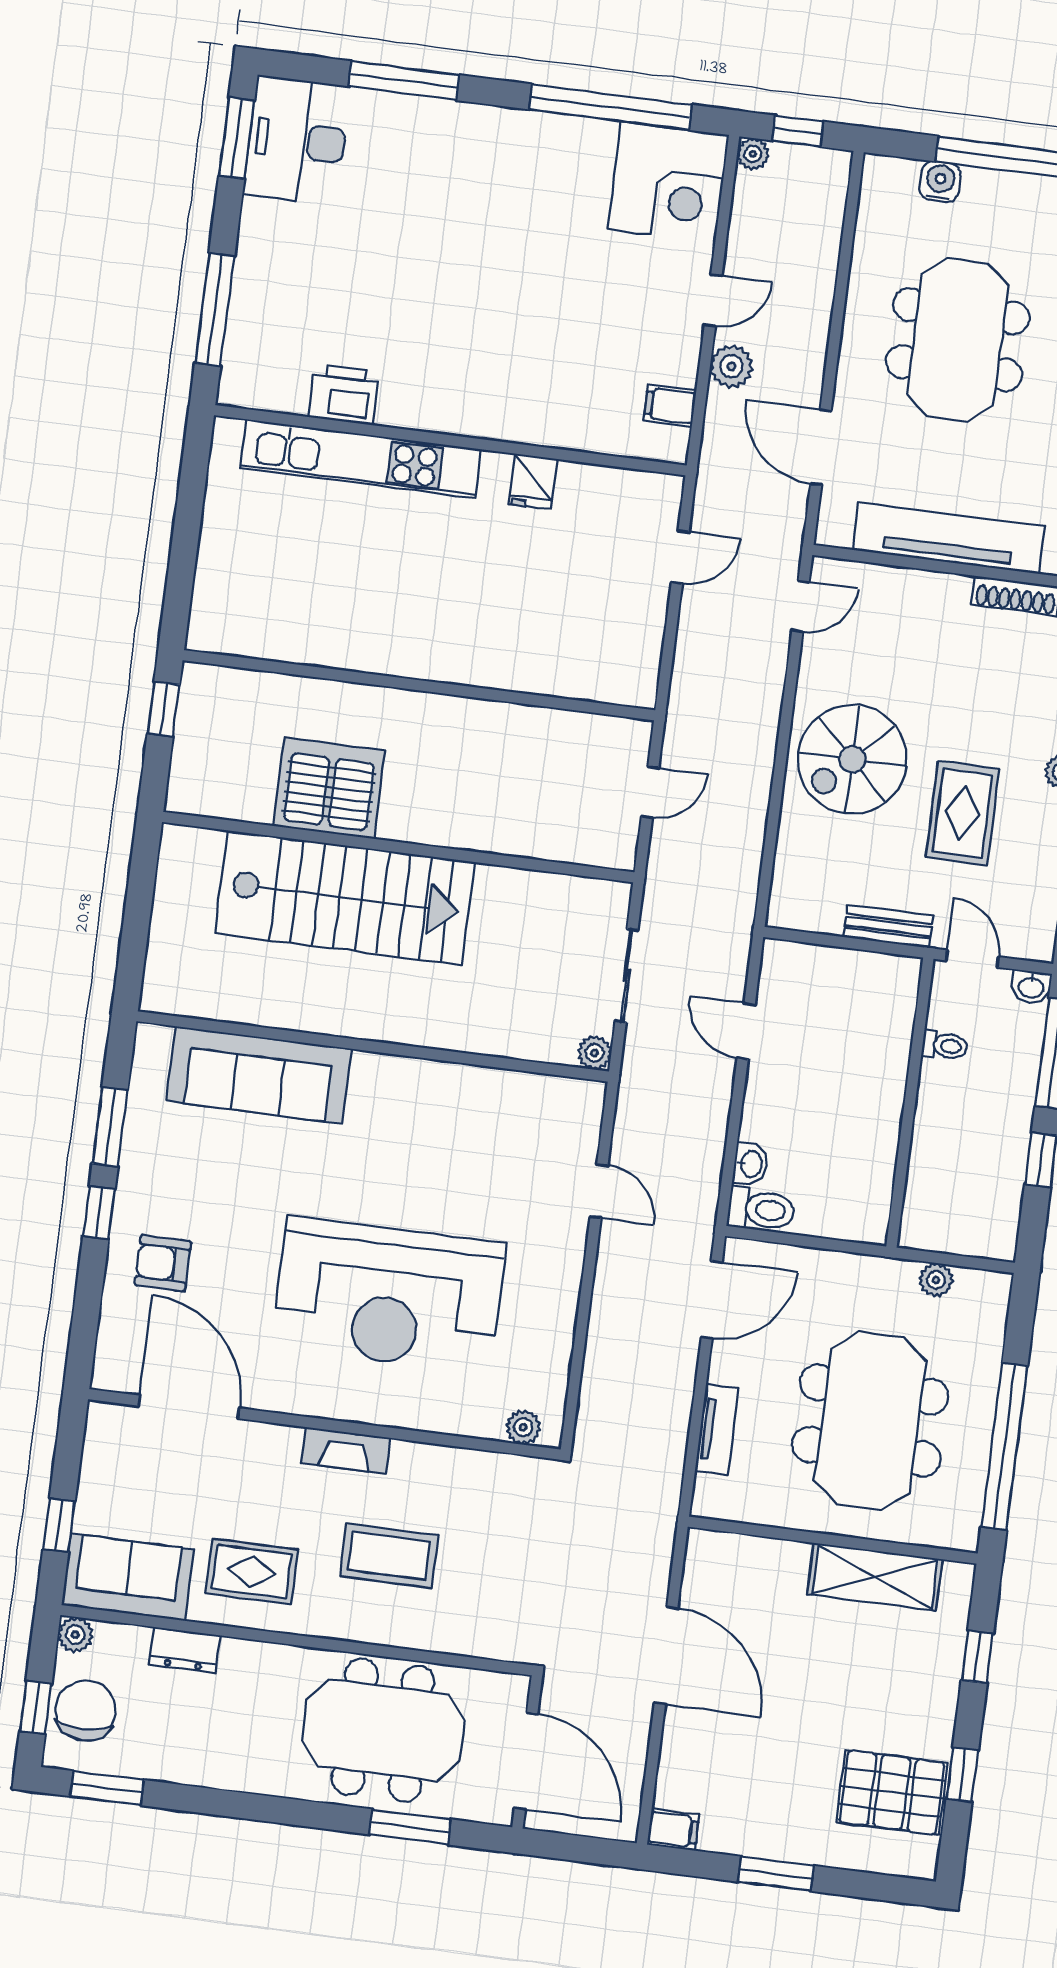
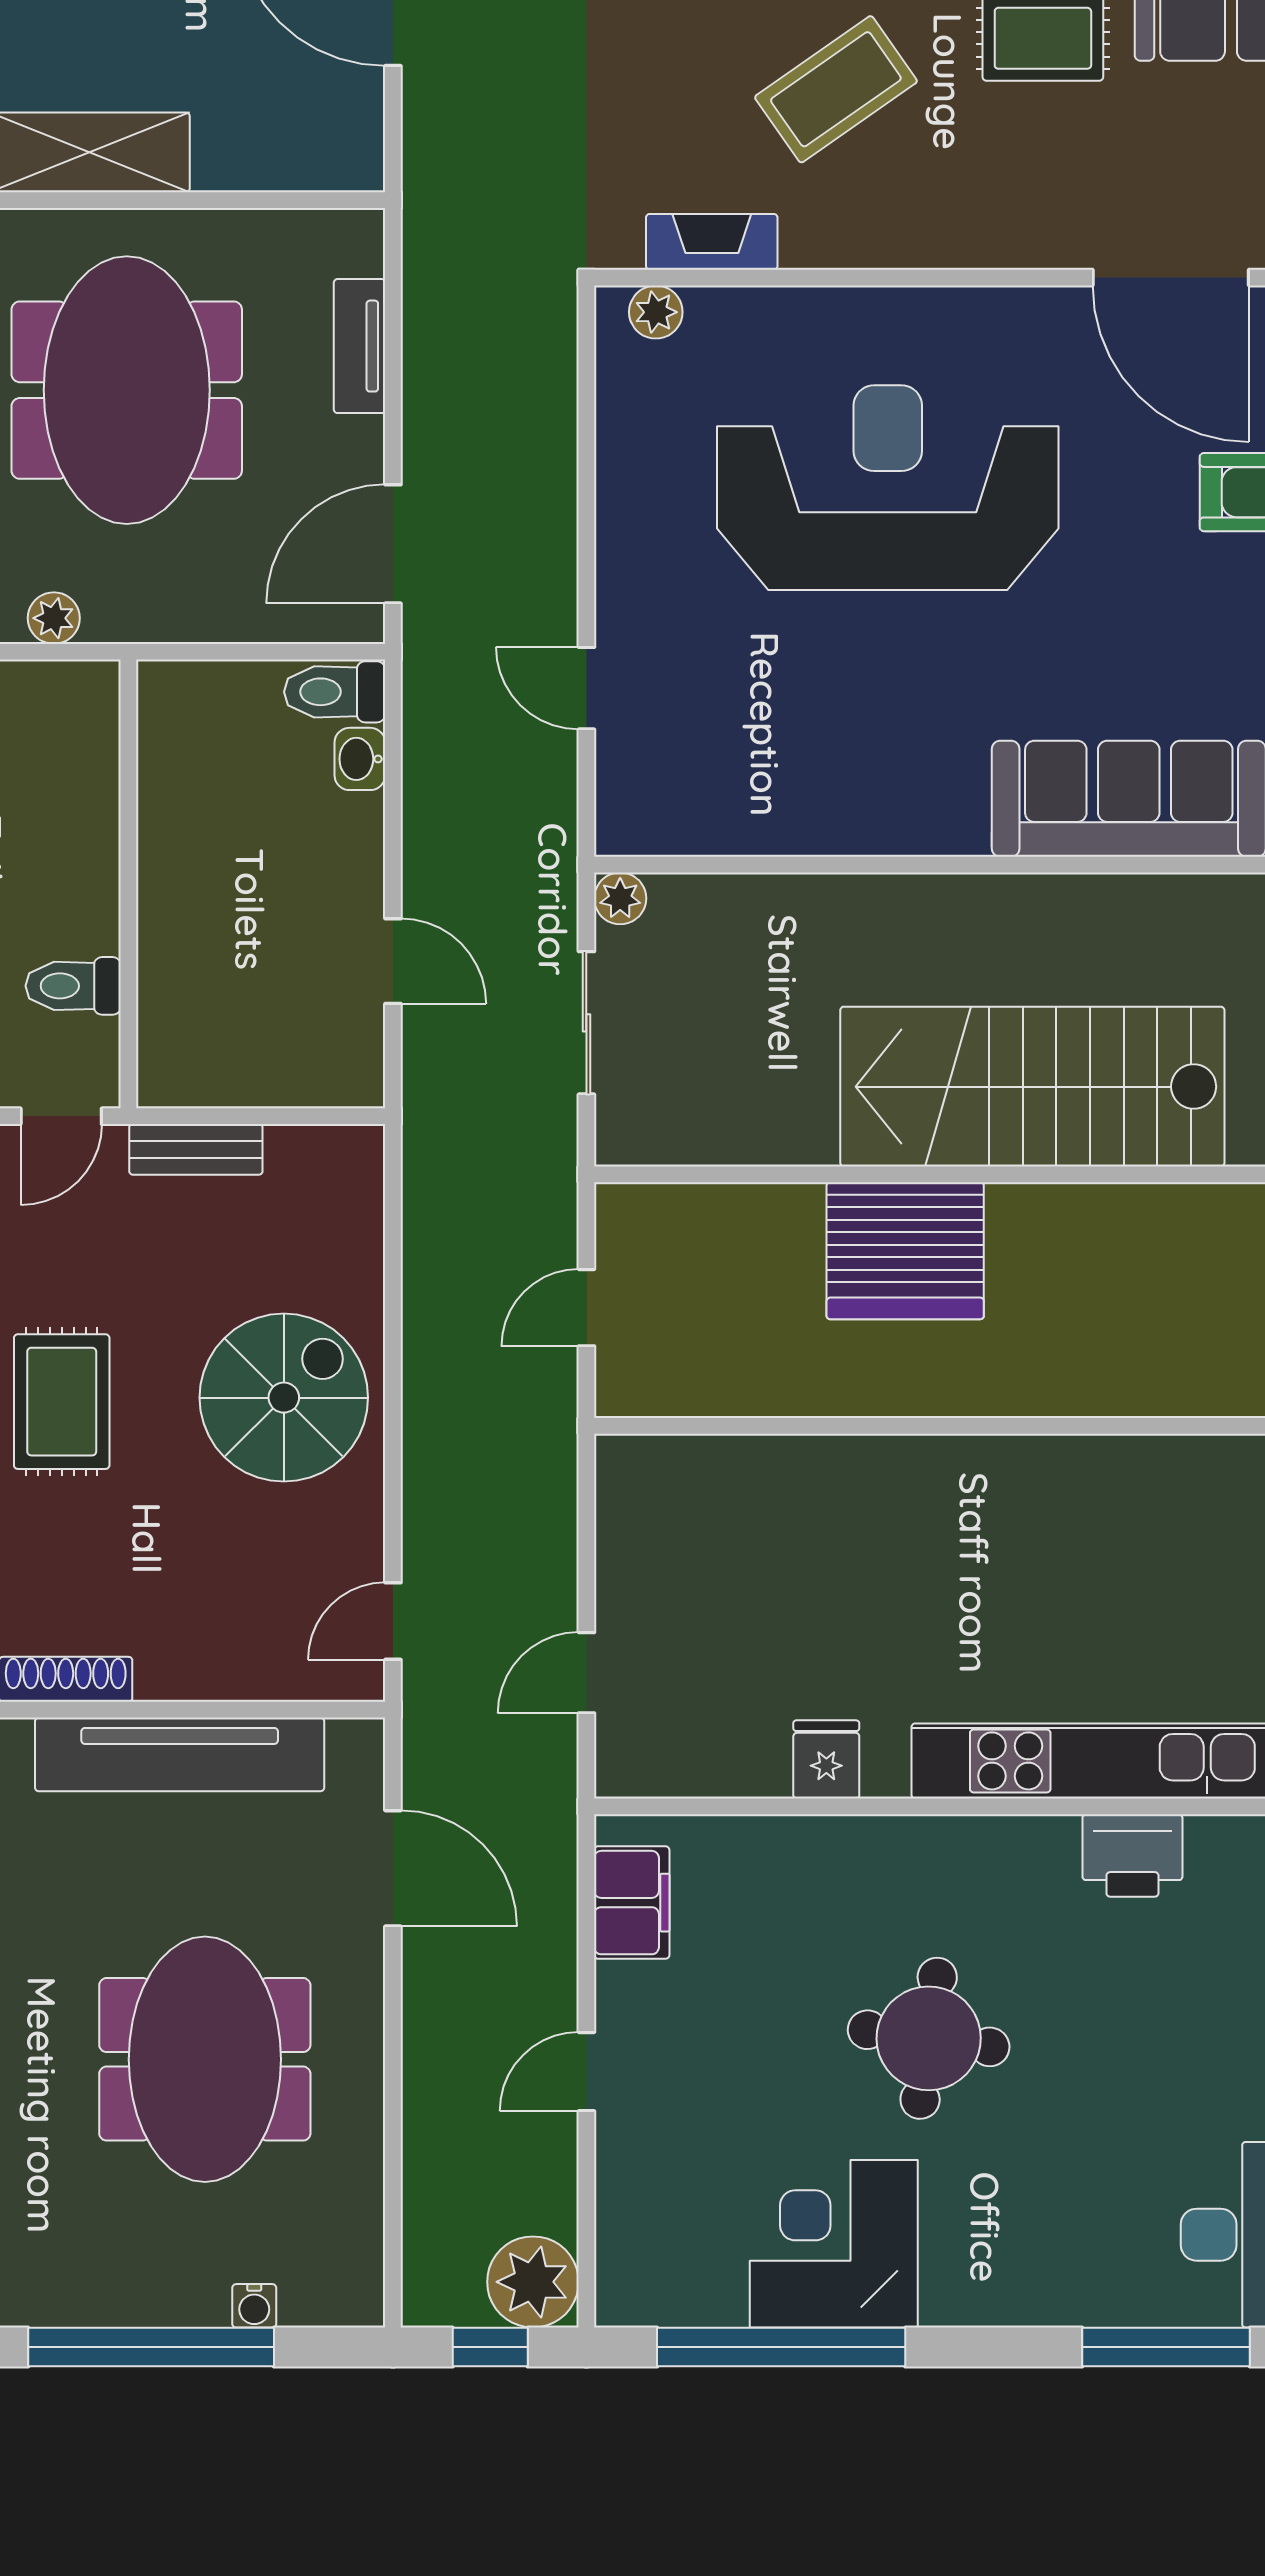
window: (404, 81) -> (1166, 2347), moved
plant: (753, 154) -> (533, 2282), width x1.88, depth x1.88
corner desk: (668, 182) -> (834, 2244), moved
water cooler: (940, 182) -> (254, 2306), width x0.72, depth x0.72
round table: (490, 294) -> (929, 2038), added
plant: (731, 366) -> (546, 1974), removed
filing cabinet: (670, 406) -> (632, 1903), width x2.00
server rack: (329, 788) -> (905, 1251), moved
rug: (962, 813) -> (62, 1402), moved
door: (972, 959) -> (61, 1116), hinge flipped
toilet: (945, 1046) -> (73, 986), width x1.37, depth x1.39
fireplace: (346, 1450) -> (712, 242), moved
coffee table: (389, 1556) -> (836, 89), turned -35

